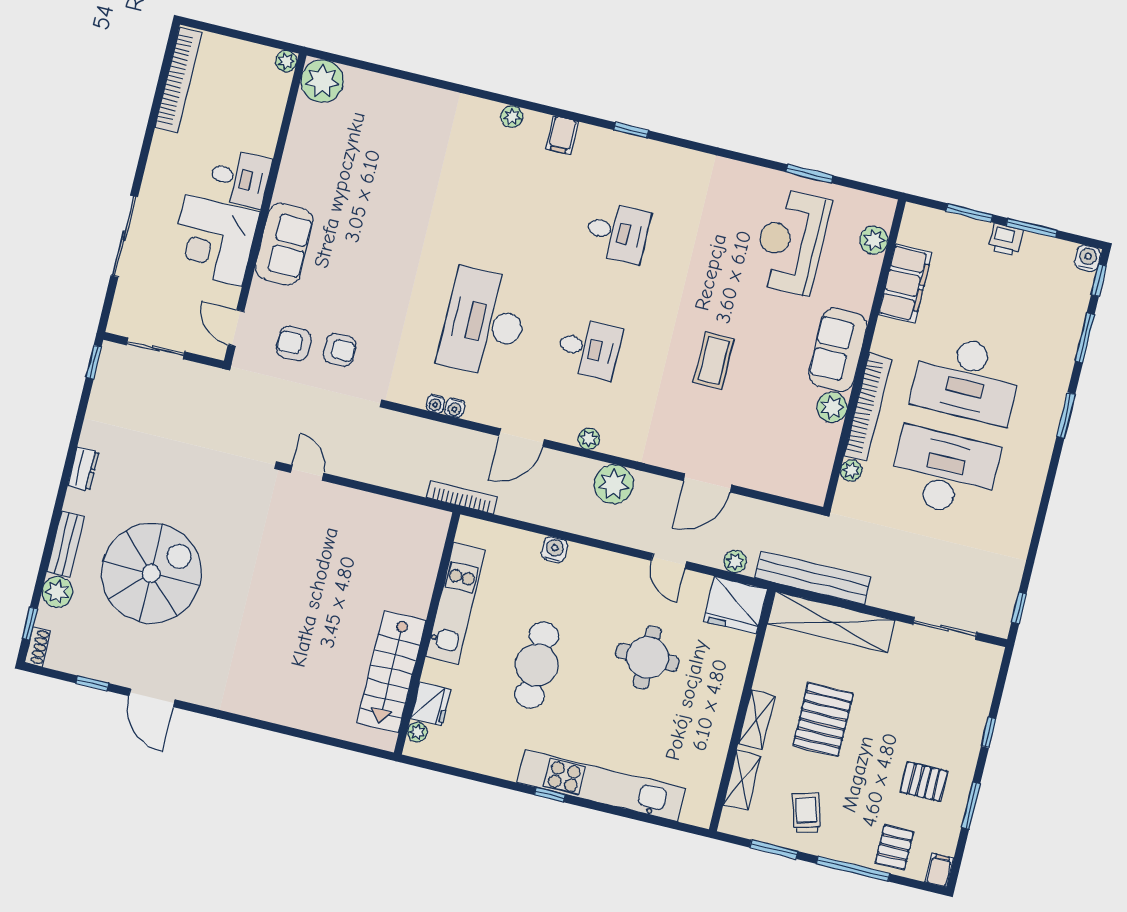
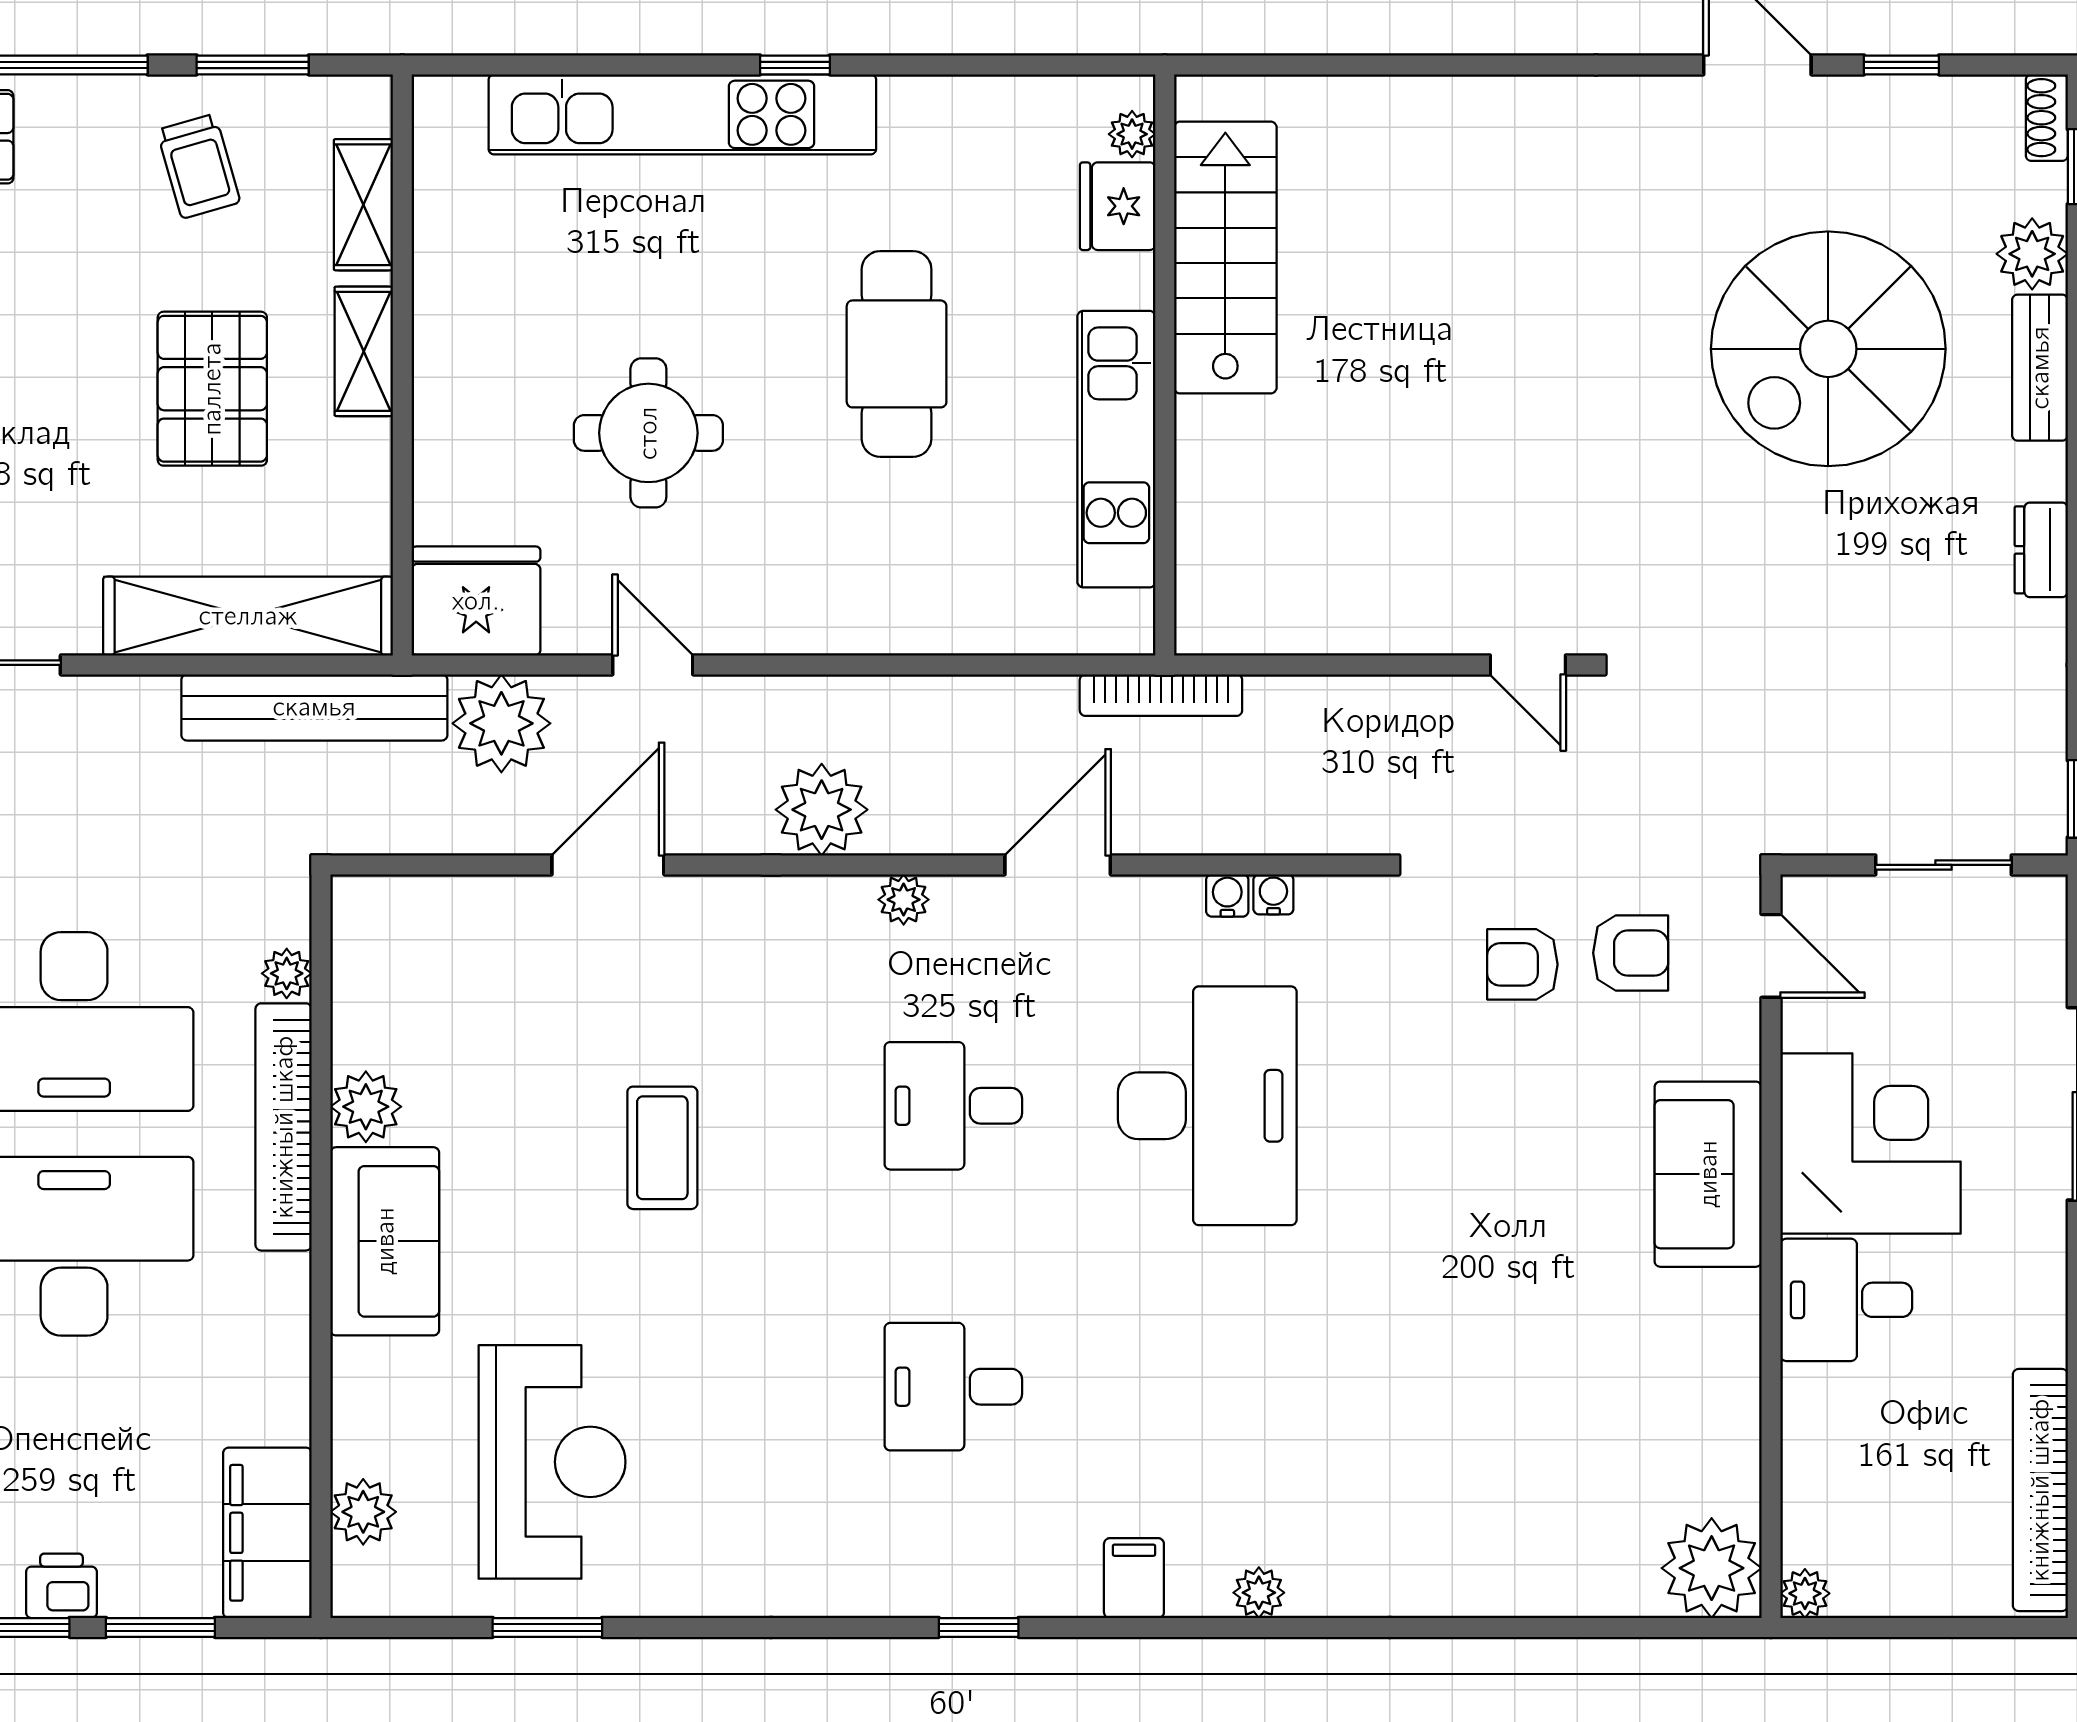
filing cabinet: (905, 284) -> (267, 1533), moved
water cooler: (554, 550) -> (920, 627), removed
plant: (735, 562) -> (501, 723), width x1.87, depth x1.87

